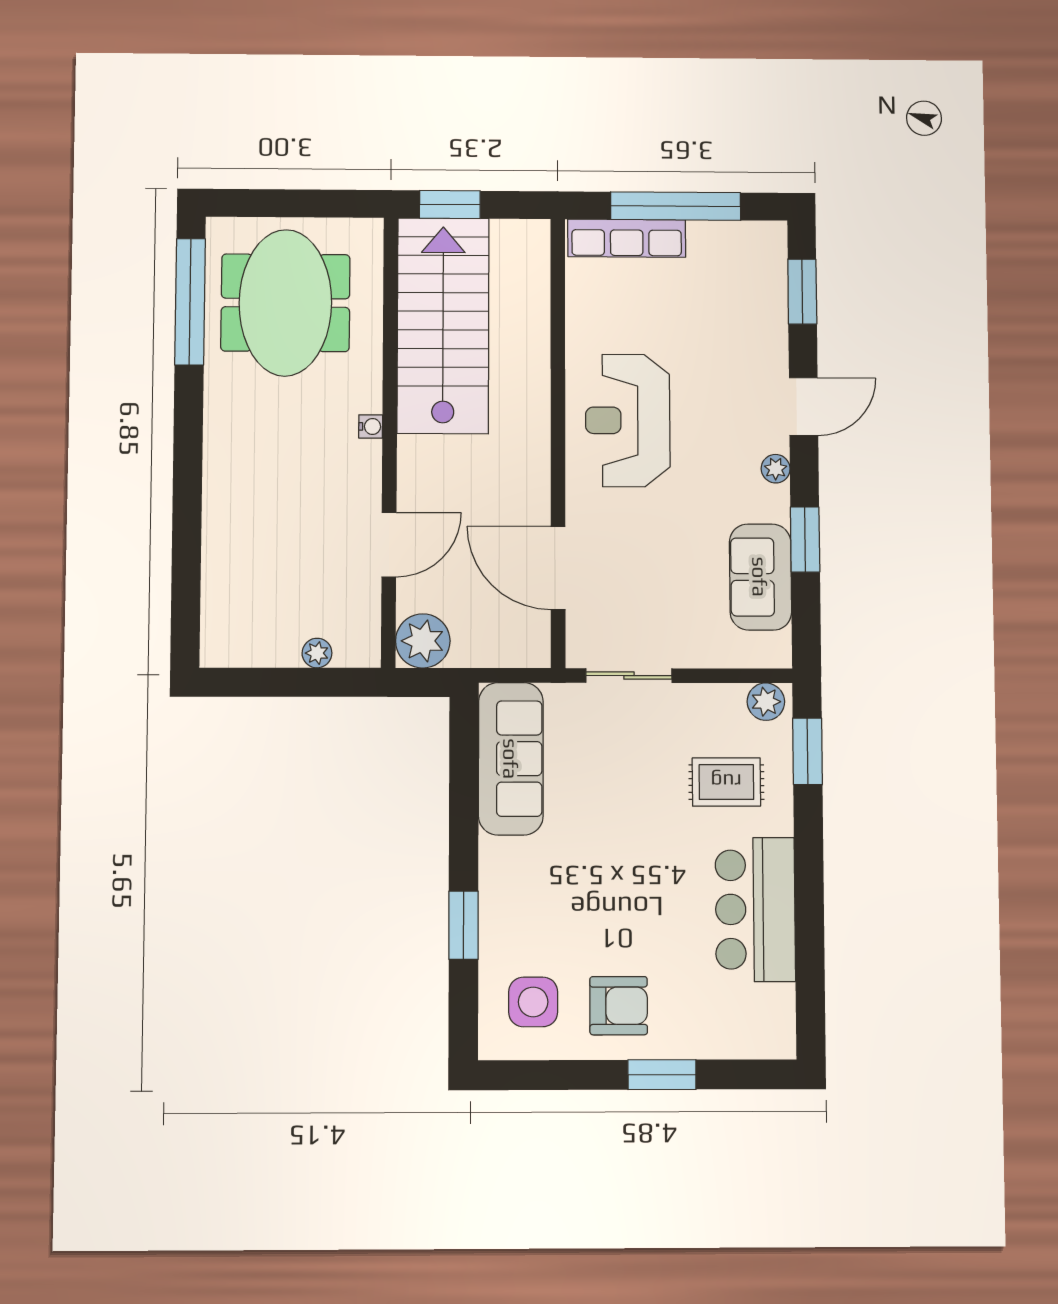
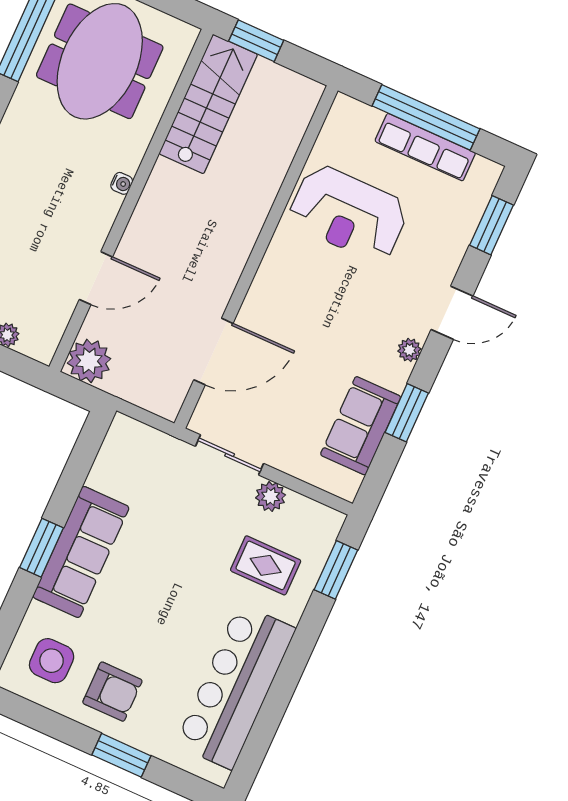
row of seats: (627, 238) -> (425, 147), moved
stairs: (443, 326) -> (208, 104), width x0.73, depth x0.66
reception desk: (628, 420) -> (348, 213), moved, turned -90
door: (558, 568) -> (213, 352), swing flipped
plant: (766, 702) -> (271, 496), moved
sofa: (511, 759) -> (81, 552), moved
bar counter: (755, 909) -> (235, 687), width x1.36
window: (464, 925) -> (41, 548), moved

